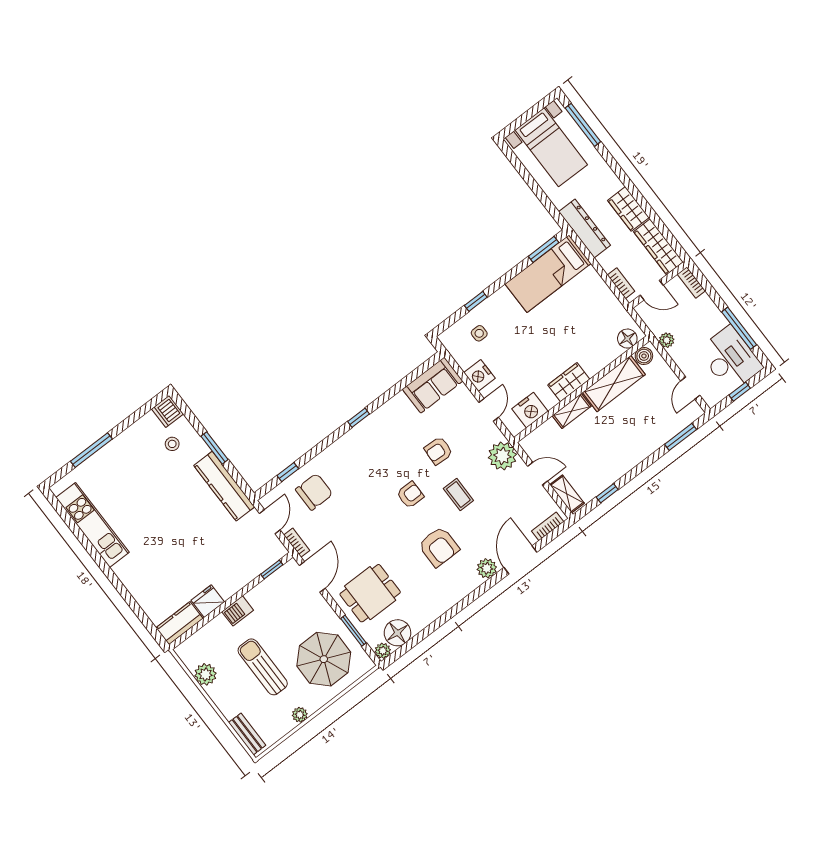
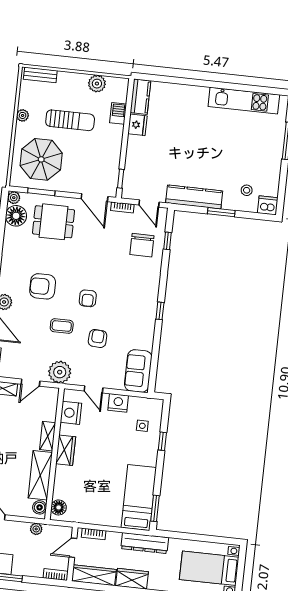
dining table: (370, 593) -> (54, 222), turned 90
barbecue: (238, 611) -> (118, 113), moved

